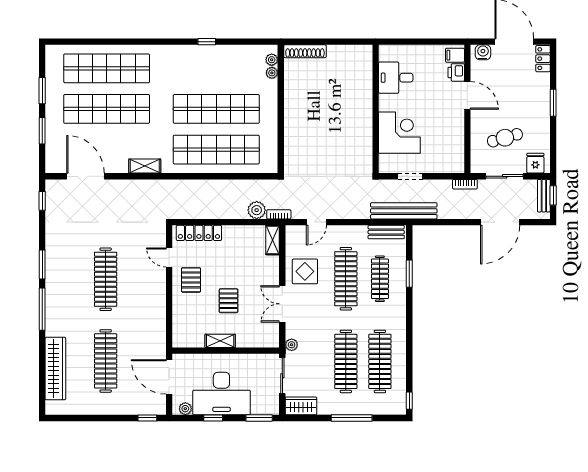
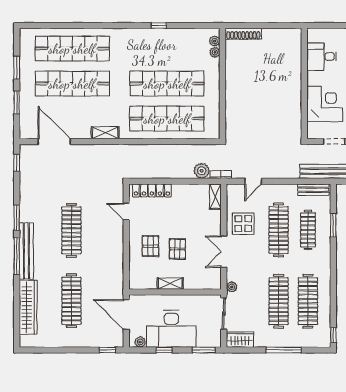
pallet: (191, 280) -> (150, 246), moved
bench: (53, 303) -> (26, 251), added

